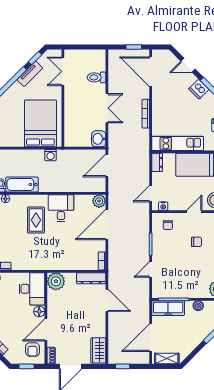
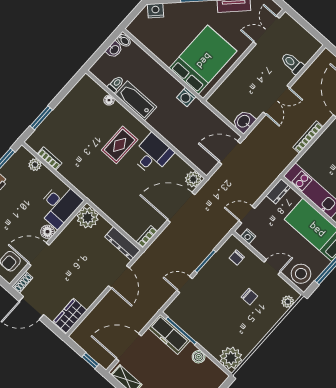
window: (123, 366) -> (90, 361), moved

